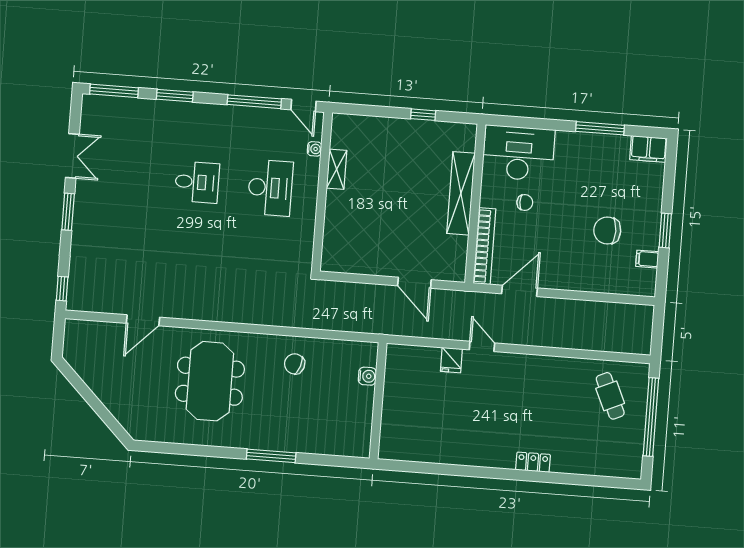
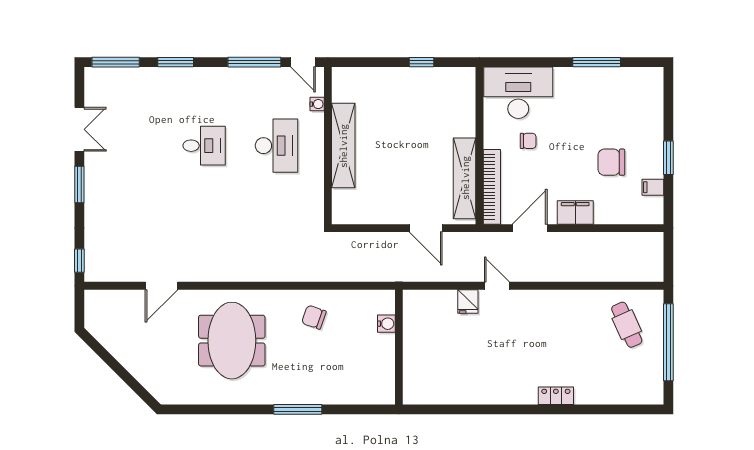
filing cabinet: (649, 149) -> (575, 212), moved, turned 180
shelving: (337, 169) -> (343, 146), width x2.20, depth x1.33
shelving: (461, 193) -> (465, 178), moved

